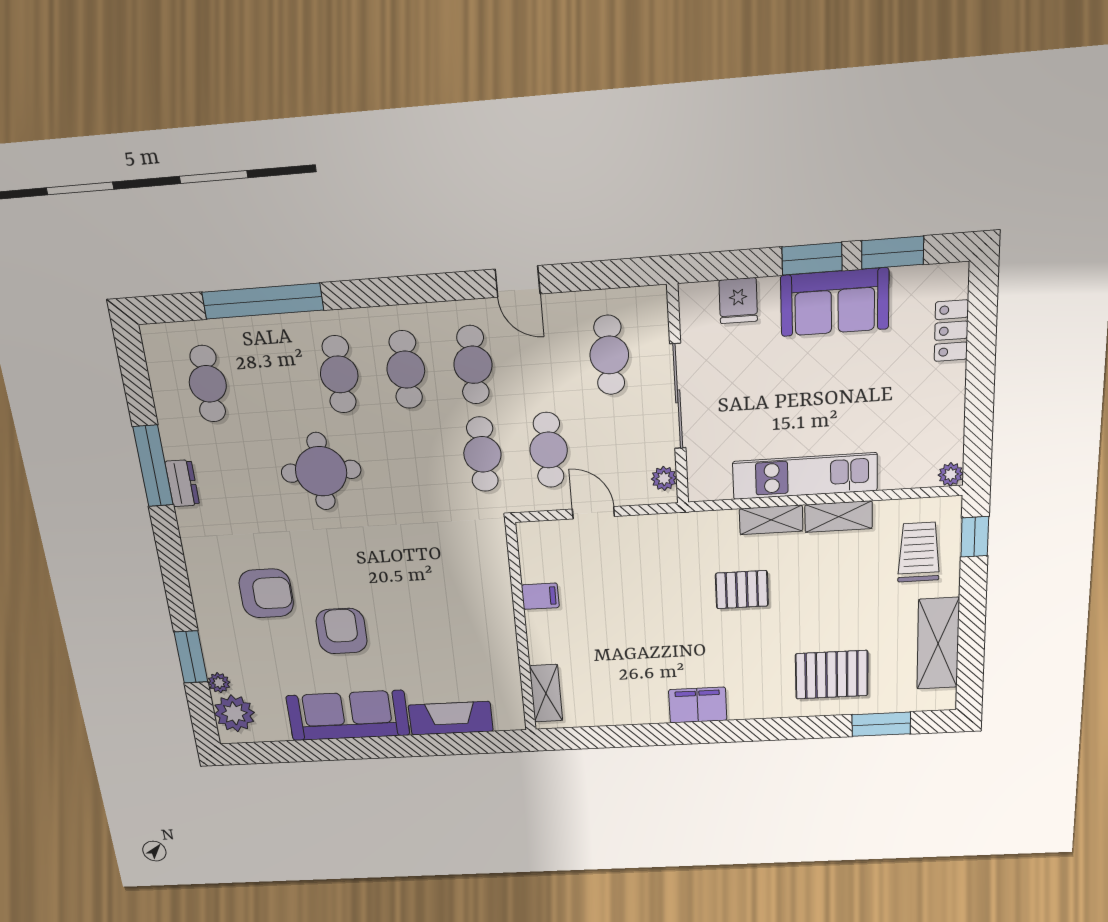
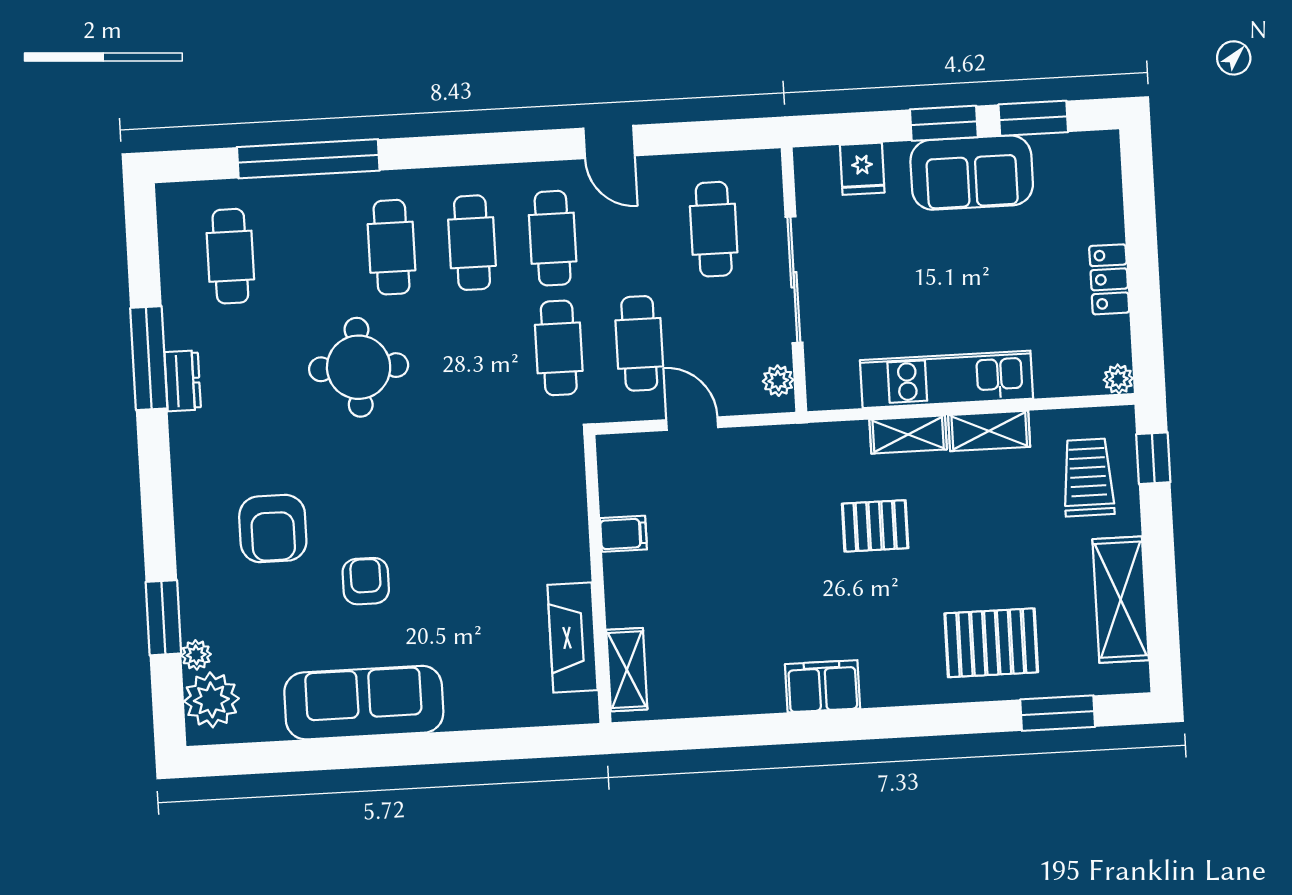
locker: (951, 331) -> (1109, 279), moved
armchair: (266, 593) -> (273, 529), turned 90
armchair: (342, 631) -> (366, 581), width x0.72, depth x0.72
fireplace: (451, 718) -> (573, 638), moved, turned -90

